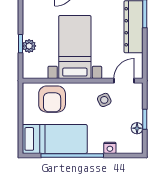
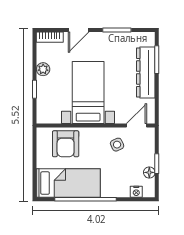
plant: (29, 46) -> (43, 69), moved
nightstand: (110, 148) -> (136, 192), moved

